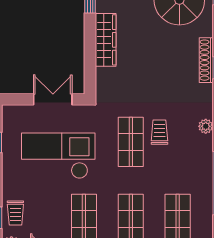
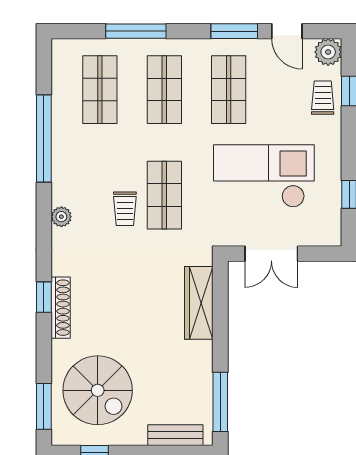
wardrobe: (106, 40) -> (199, 303), moved
checkout: (58, 156) -> (264, 176), turned 180

